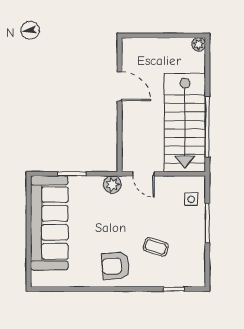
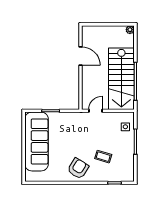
door: (143, 174) -> (95, 111), swing flipped
plant: (112, 184) -> (76, 117), removed
armchair: (116, 266) -> (78, 168), turned 126

